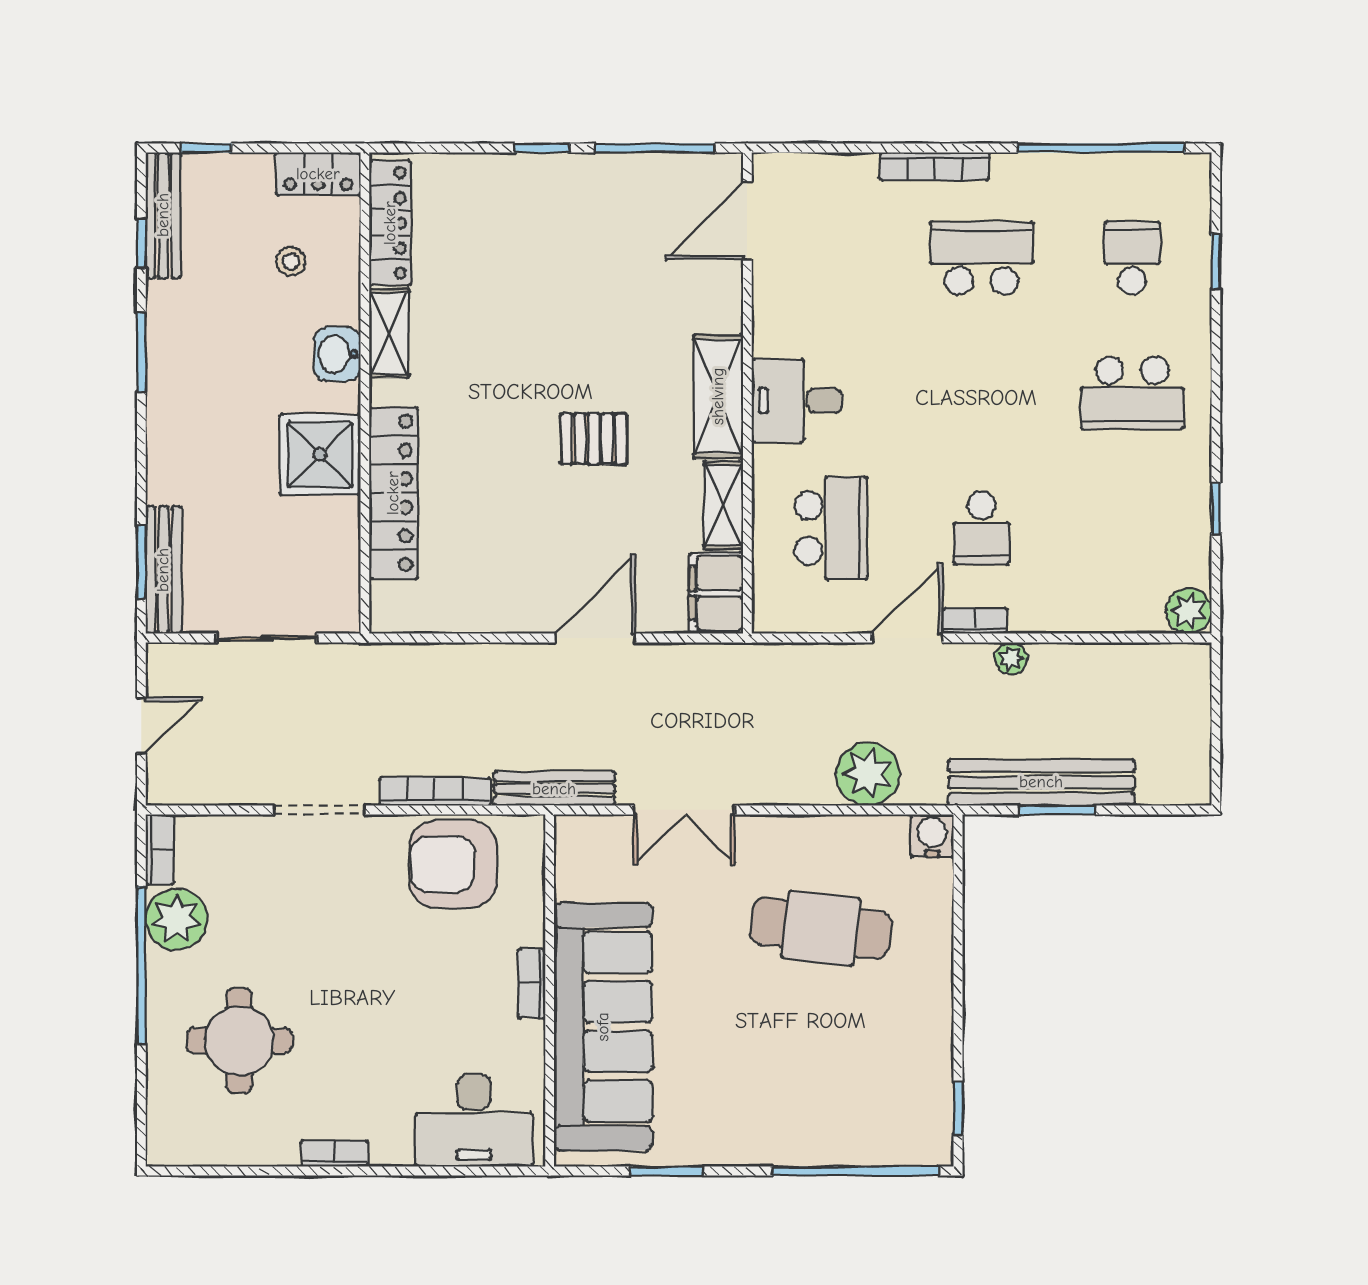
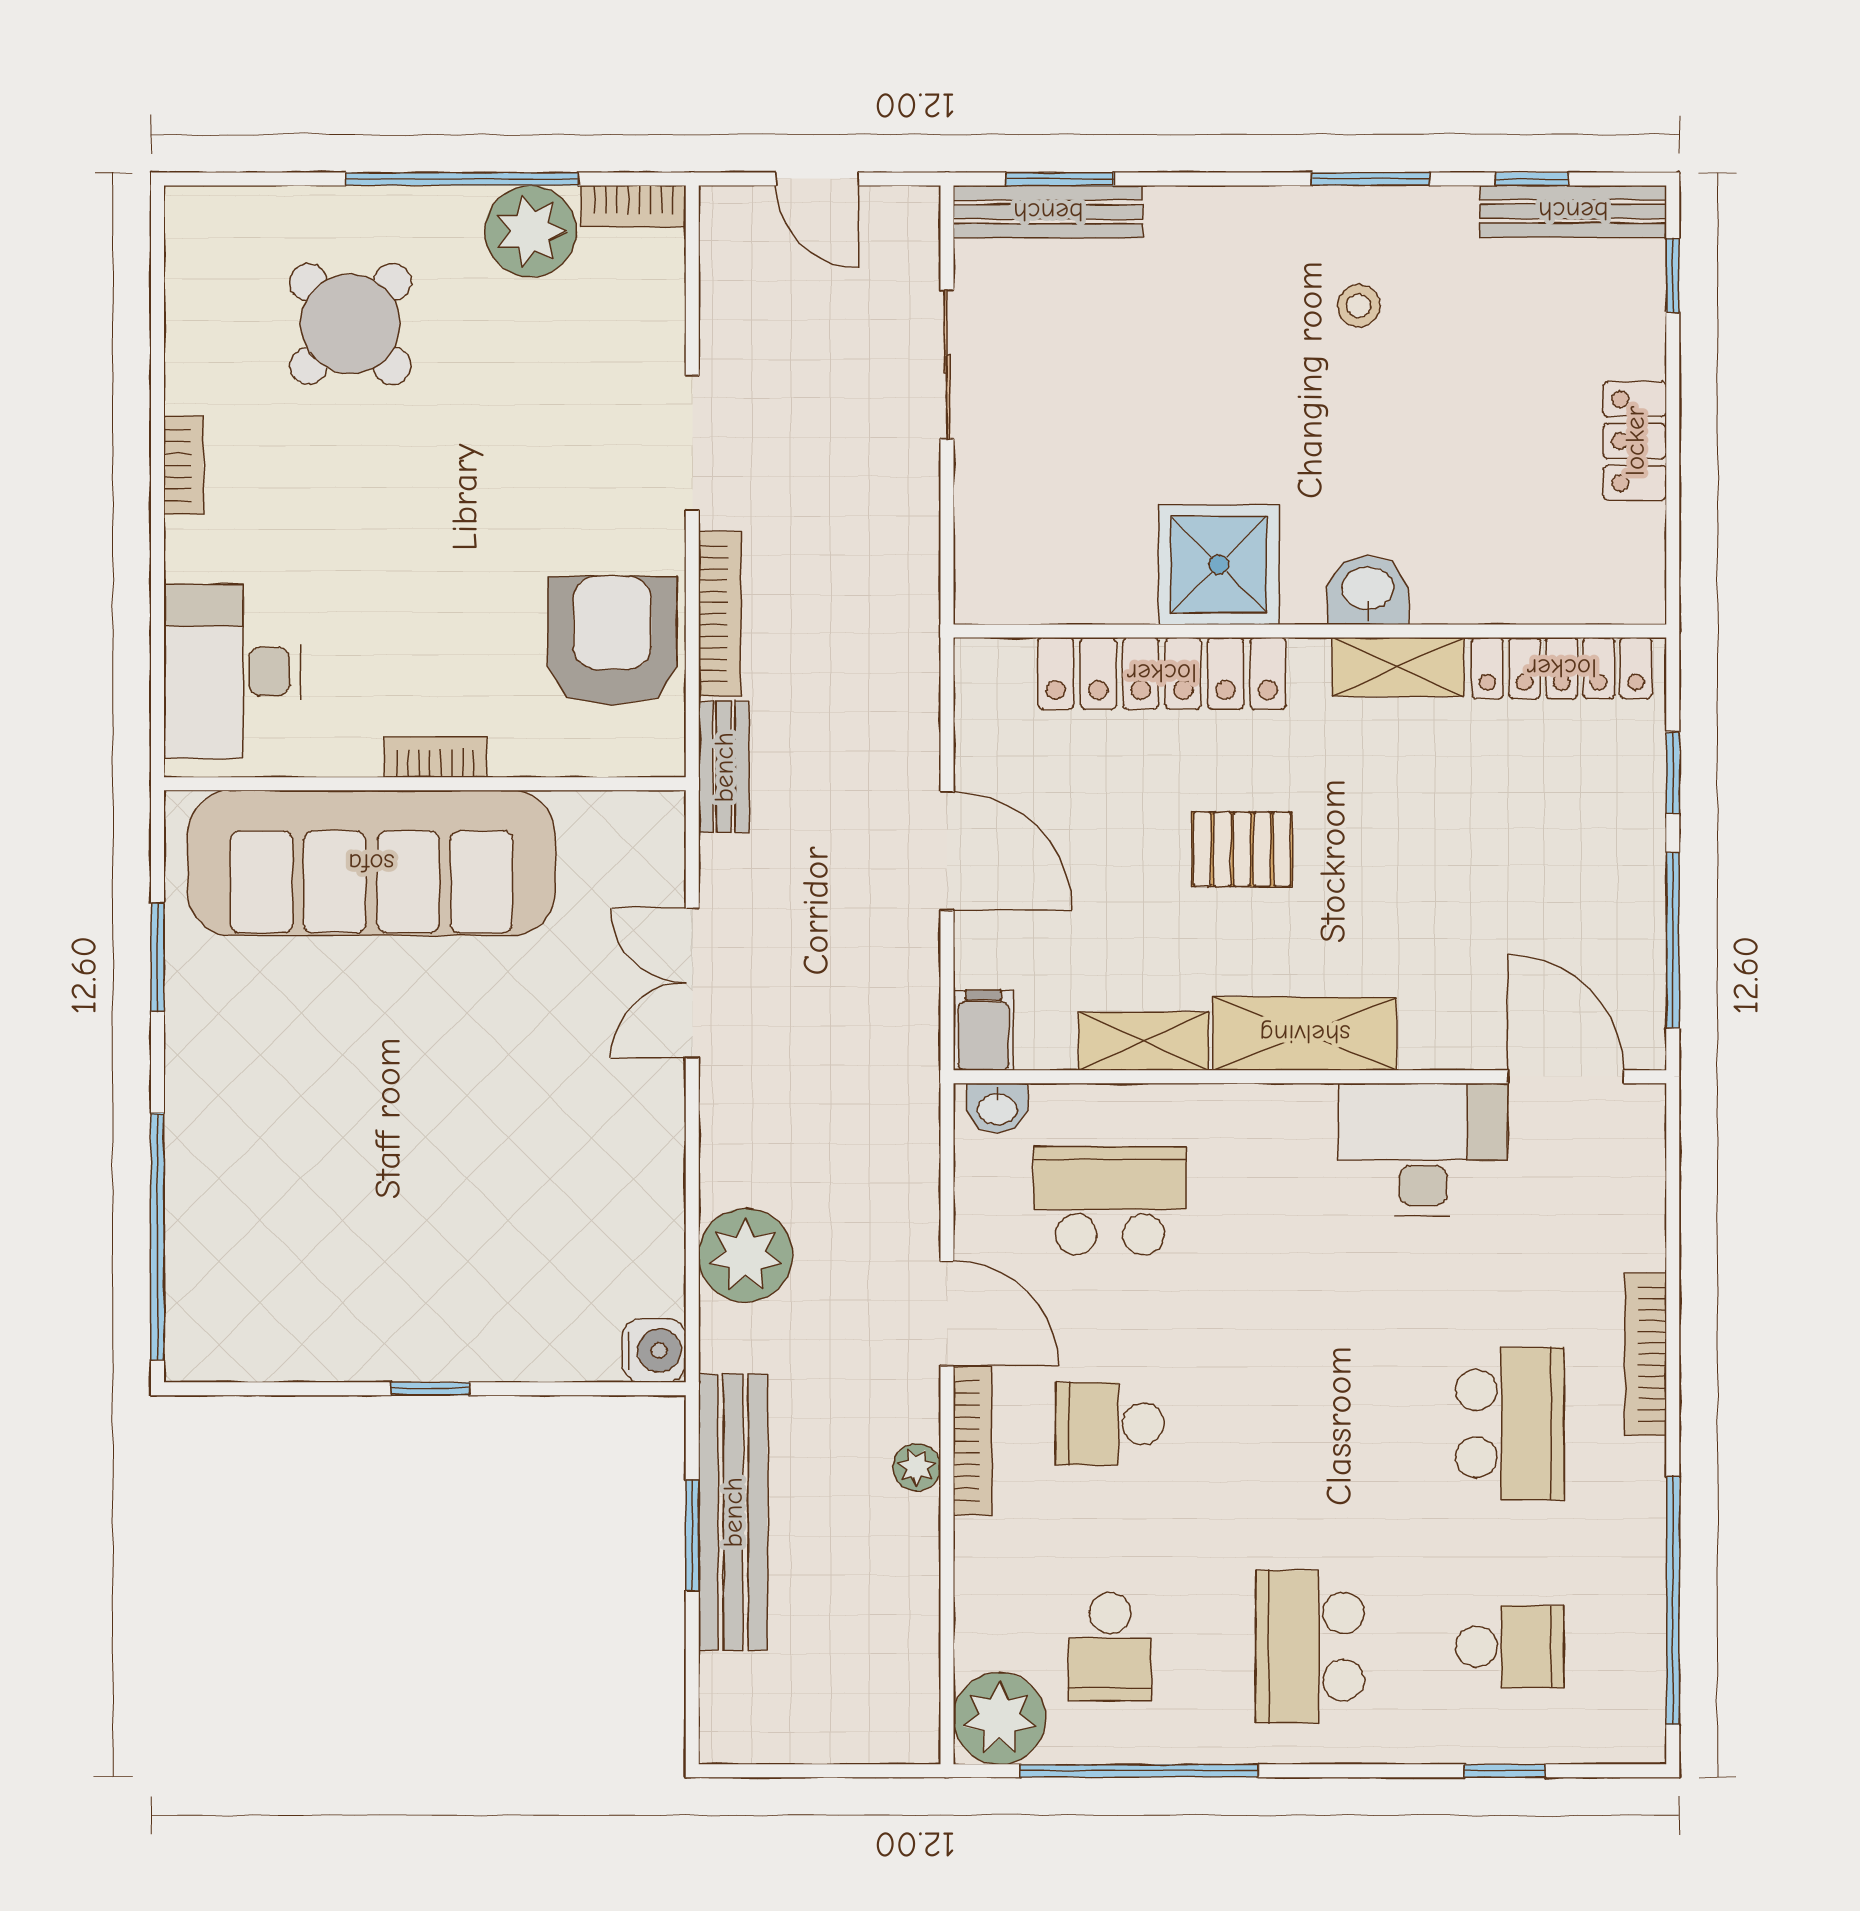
locker: (390, 223) -> (1562, 668), moved
stool: (291, 261) -> (1359, 306), moved
shelving: (389, 333) -> (1398, 667), moved
washbasin: (337, 354) -> (1368, 590), moved
wall: (365, 393) -> (1310, 631), moved
desk: (797, 401) -> (1423, 1150), moved, width x1.37
pallet: (594, 439) -> (1242, 849), turned 90
shower: (320, 455) -> (1219, 565), moved
locker: (393, 493) -> (1162, 673), moved
window: (1216, 508) -> (1139, 1771), width x3.17
school desk: (831, 528) -> (1110, 1201), turned 180
school desk: (1132, 528) -> (1110, 1647), added
filing cabinet: (716, 593) -> (983, 1030), width x0.50
washbasin: (768, 604) -> (997, 1108), added
plant: (1189, 611) -> (999, 1718), width x1.36, depth x1.36
bookcase: (975, 621) -> (972, 1441), width x1.56
bench: (554, 789) -> (724, 767), width x0.73
cafe table: (821, 928) -> (517, 1186), removed
round table: (239, 1041) -> (350, 324), turned 45
window: (958, 1108) -> (431, 1389), moved

